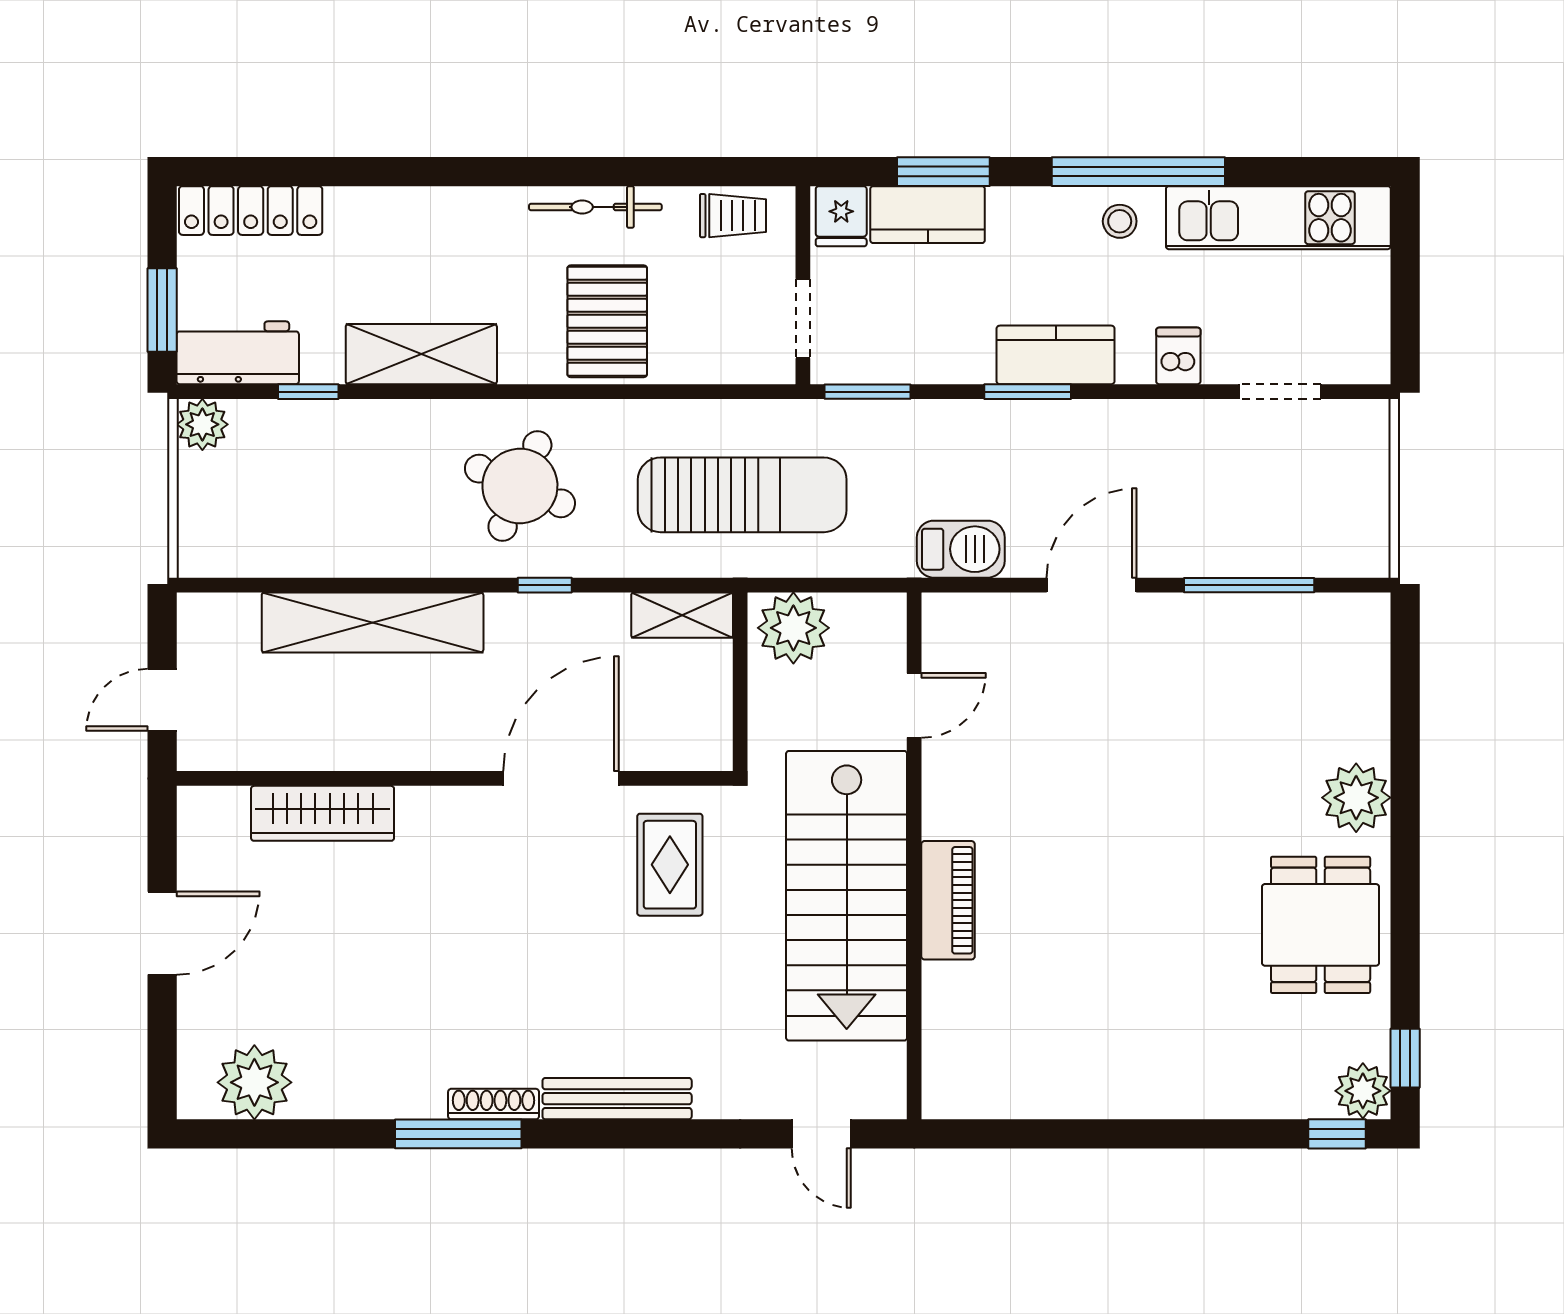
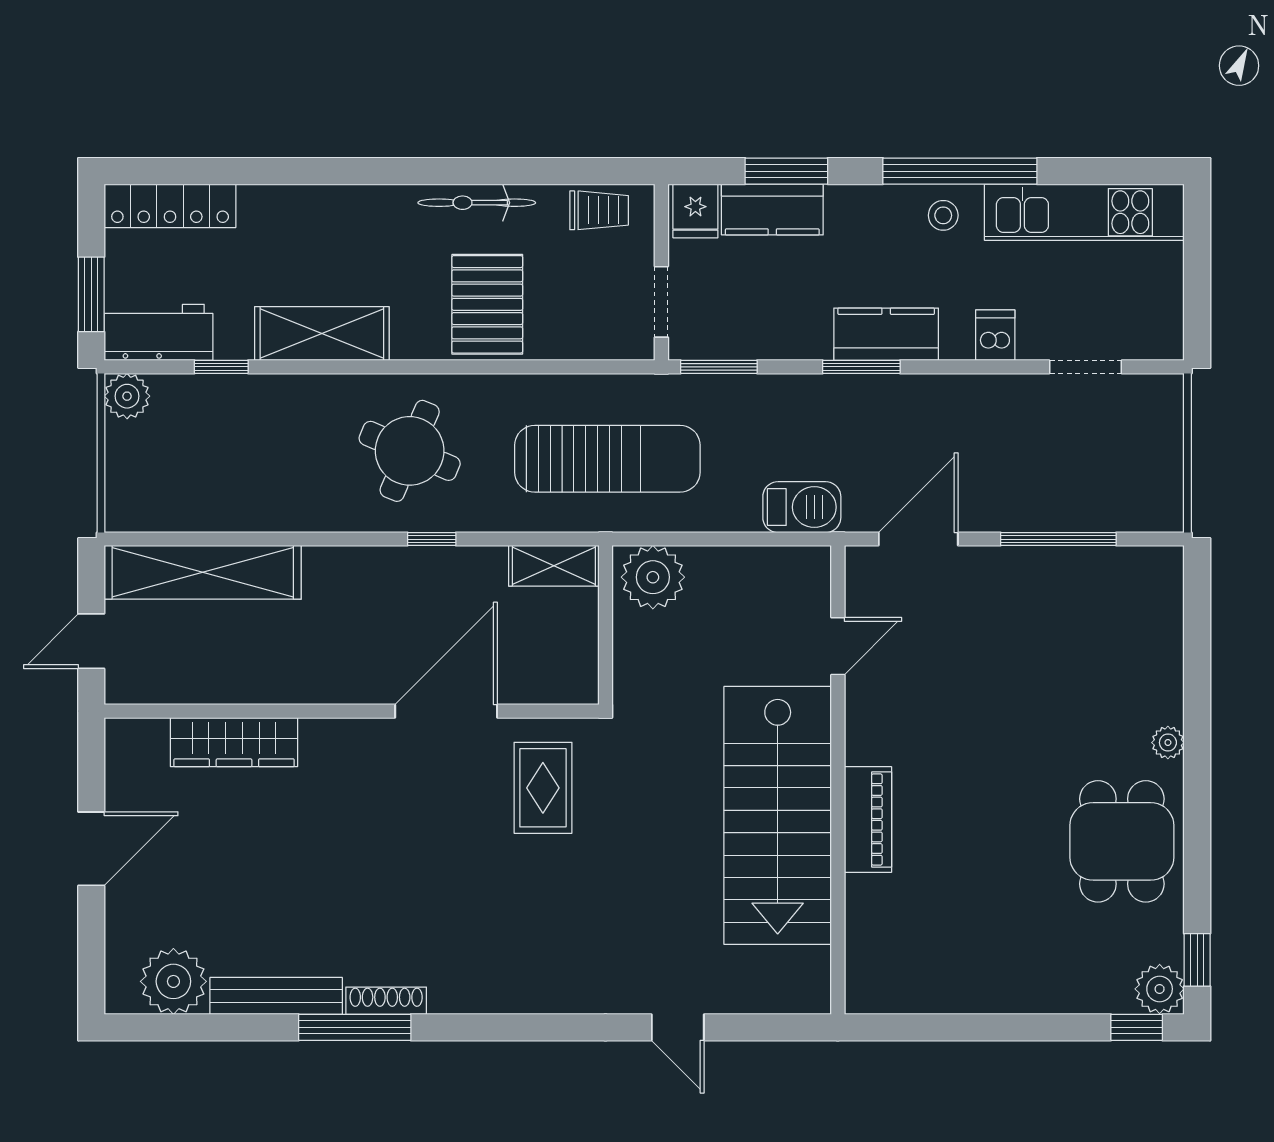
shelving: (373, 622) -> (203, 572), moved
door: (914, 705) -> (838, 646), moved
plant: (1356, 798) -> (1168, 743), width x0.53, depth x0.53
wall: (914, 856) -> (838, 780), moved
stairs: (847, 896) -> (778, 815), moved
piano: (948, 900) -> (868, 819), moved
bench: (617, 1099) -> (276, 996), moved

